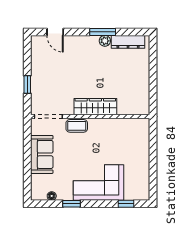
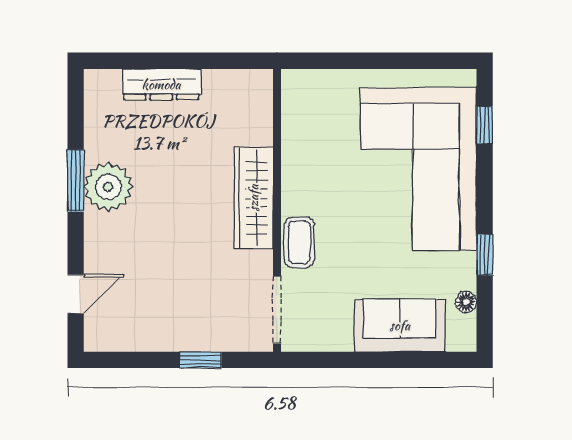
plant: (105, 41) -> (108, 187), width x1.88, depth x1.88
dresser: (128, 42) -> (161, 84), moved, turned 90
sofa: (42, 154) -> (400, 325), moved
corner sofa: (98, 182) -> (419, 169), width x1.36, depth x1.36

